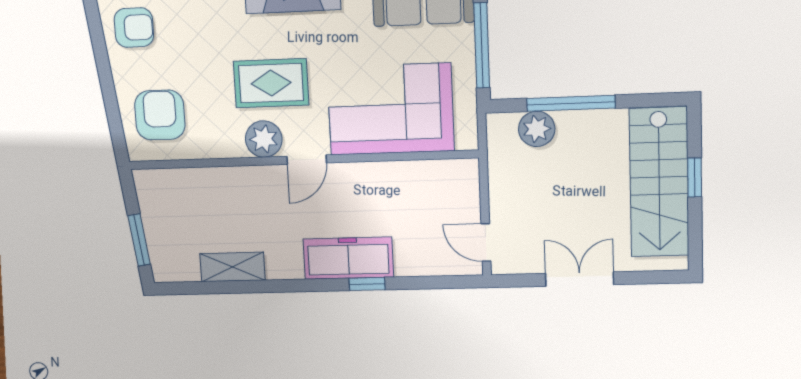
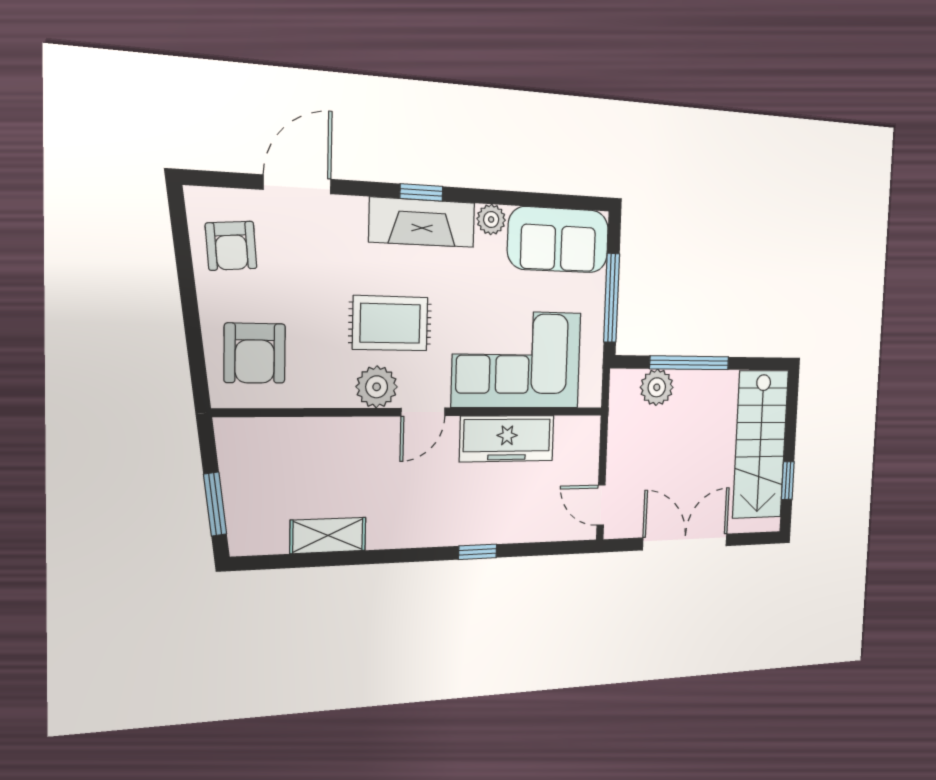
armchair: (134, 28) -> (231, 246), turned 85
armchair: (160, 115) -> (255, 353), turned 180
window: (695, 177) -> (788, 481), moved
freezer: (348, 258) -> (507, 439), moved, turned 180
double door: (580, 279) -> (685, 542), width x1.37

